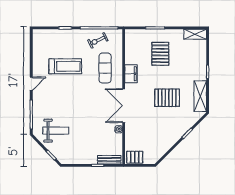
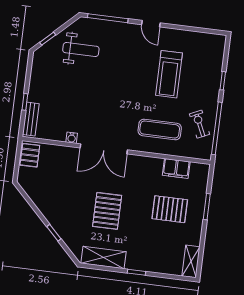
filing cabinet: (131, 74) -> (176, 168), moved
double door: (124, 106) -> (104, 149), swing flipped
weight bench: (56, 131) -> (81, 49), turned -90

